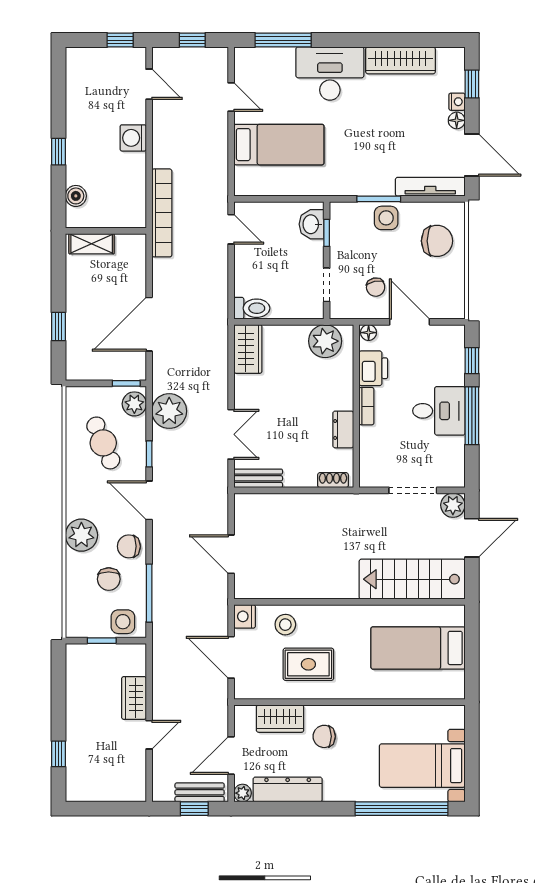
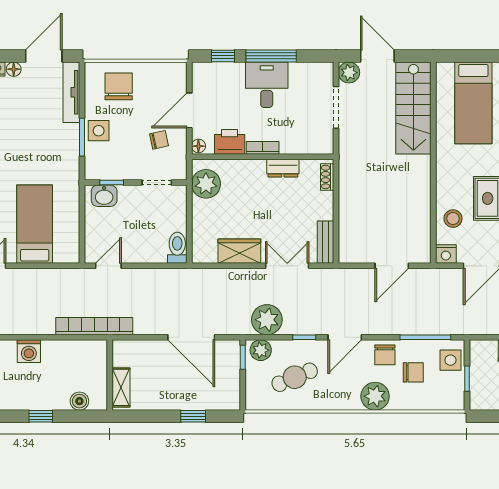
wardrobe: (248, 349) -> (239, 251), moved

